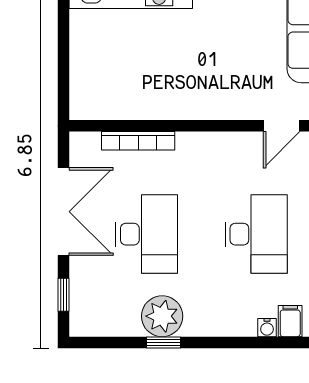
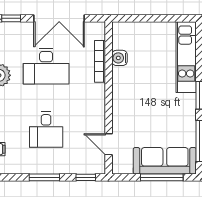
water cooler: (132, 107) -> (119, 58), added
desk: (256, 234) -> (46, 129), width x0.73

